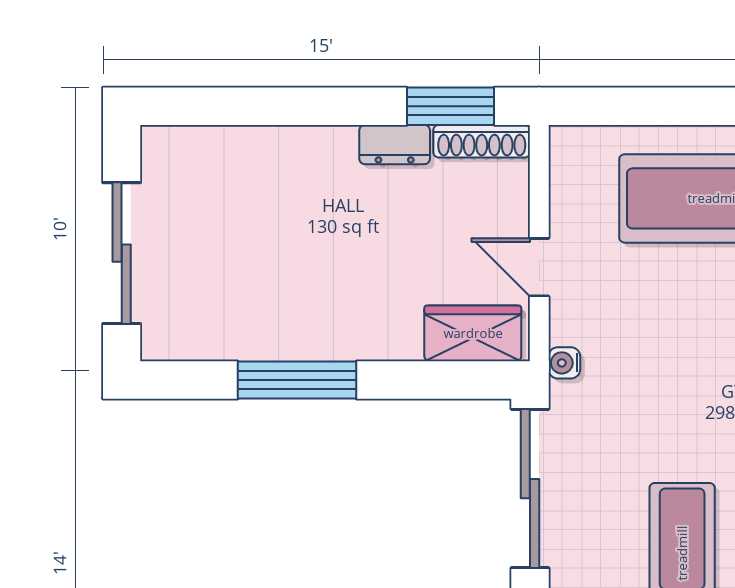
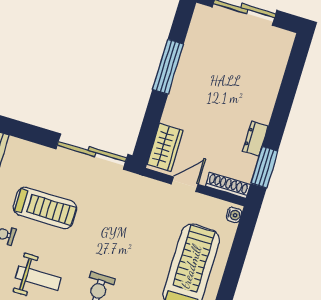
shoe rack: (482, 141) -> (228, 185), moved, turned 90
water cooler: (564, 363) -> (234, 215), moved, turned 90

